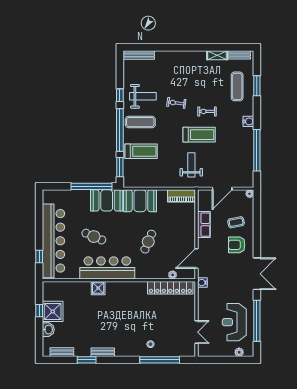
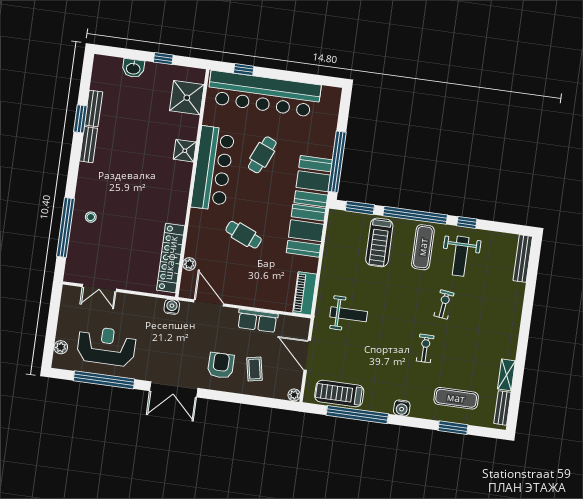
treadmill: (199, 135) -> (339, 394), moved, turned 90
shower: (53, 311) -> (187, 98), moved
bench: (62, 352) -> (93, 108), moved

